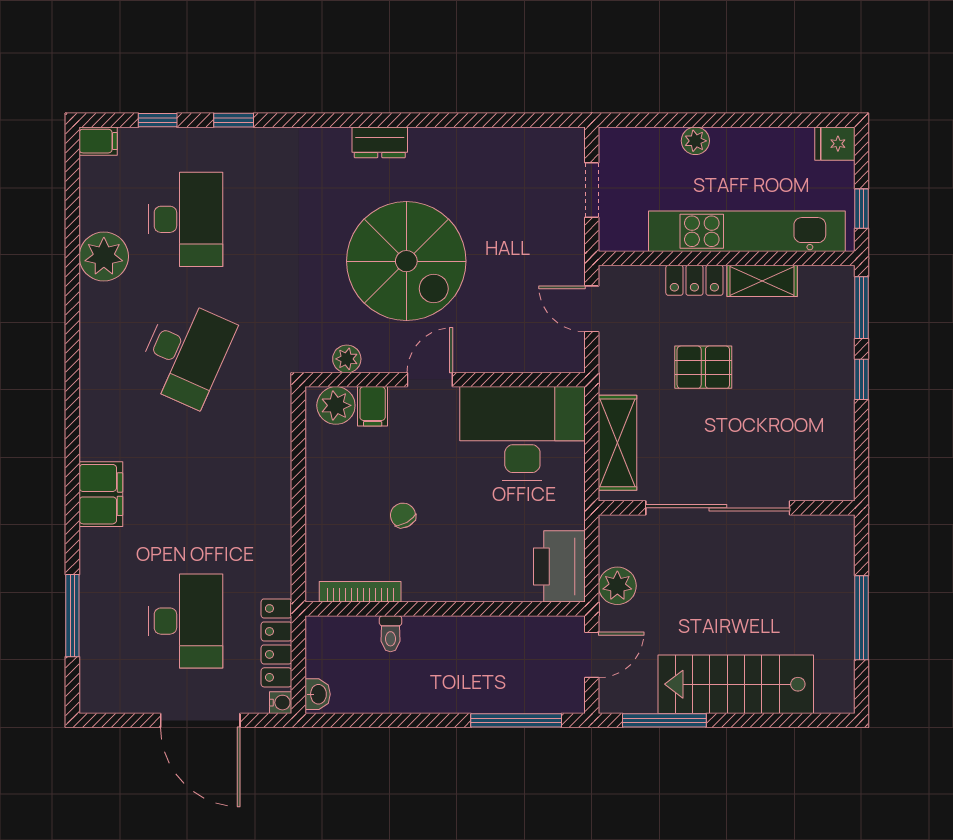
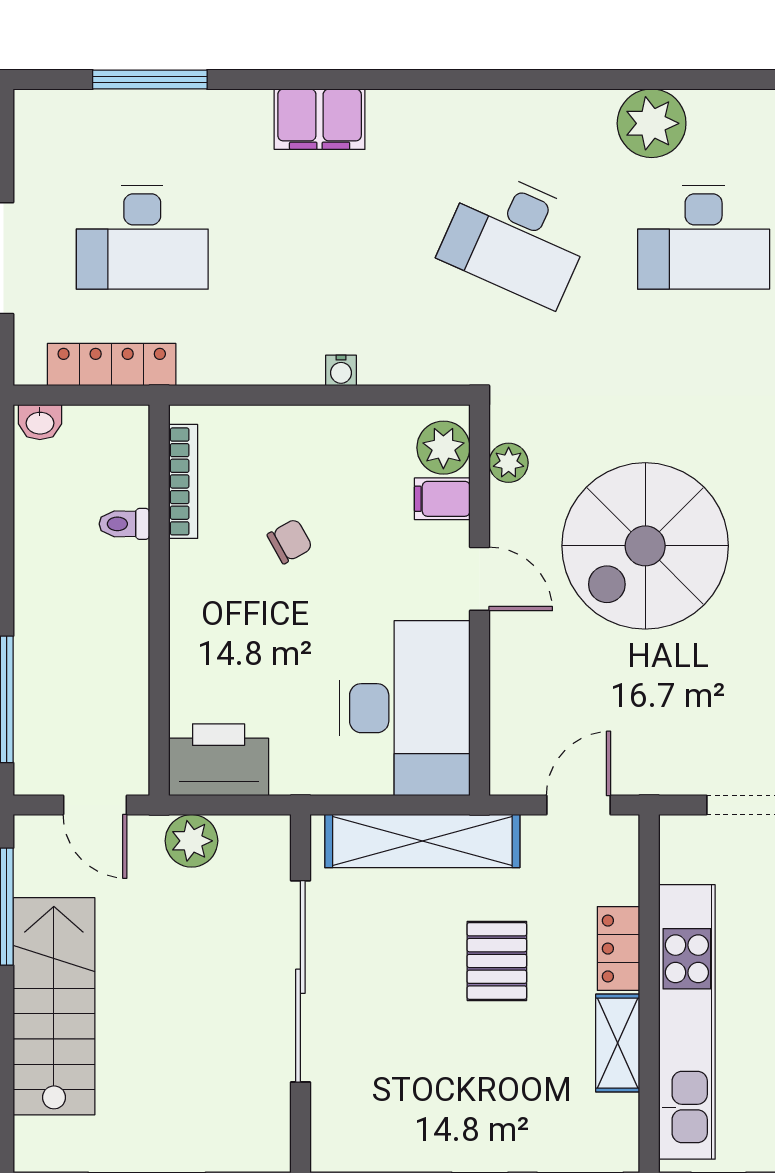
shelving: (618, 443) -> (422, 841), width x1.47
water cooler: (281, 703) -> (341, 370), moved

